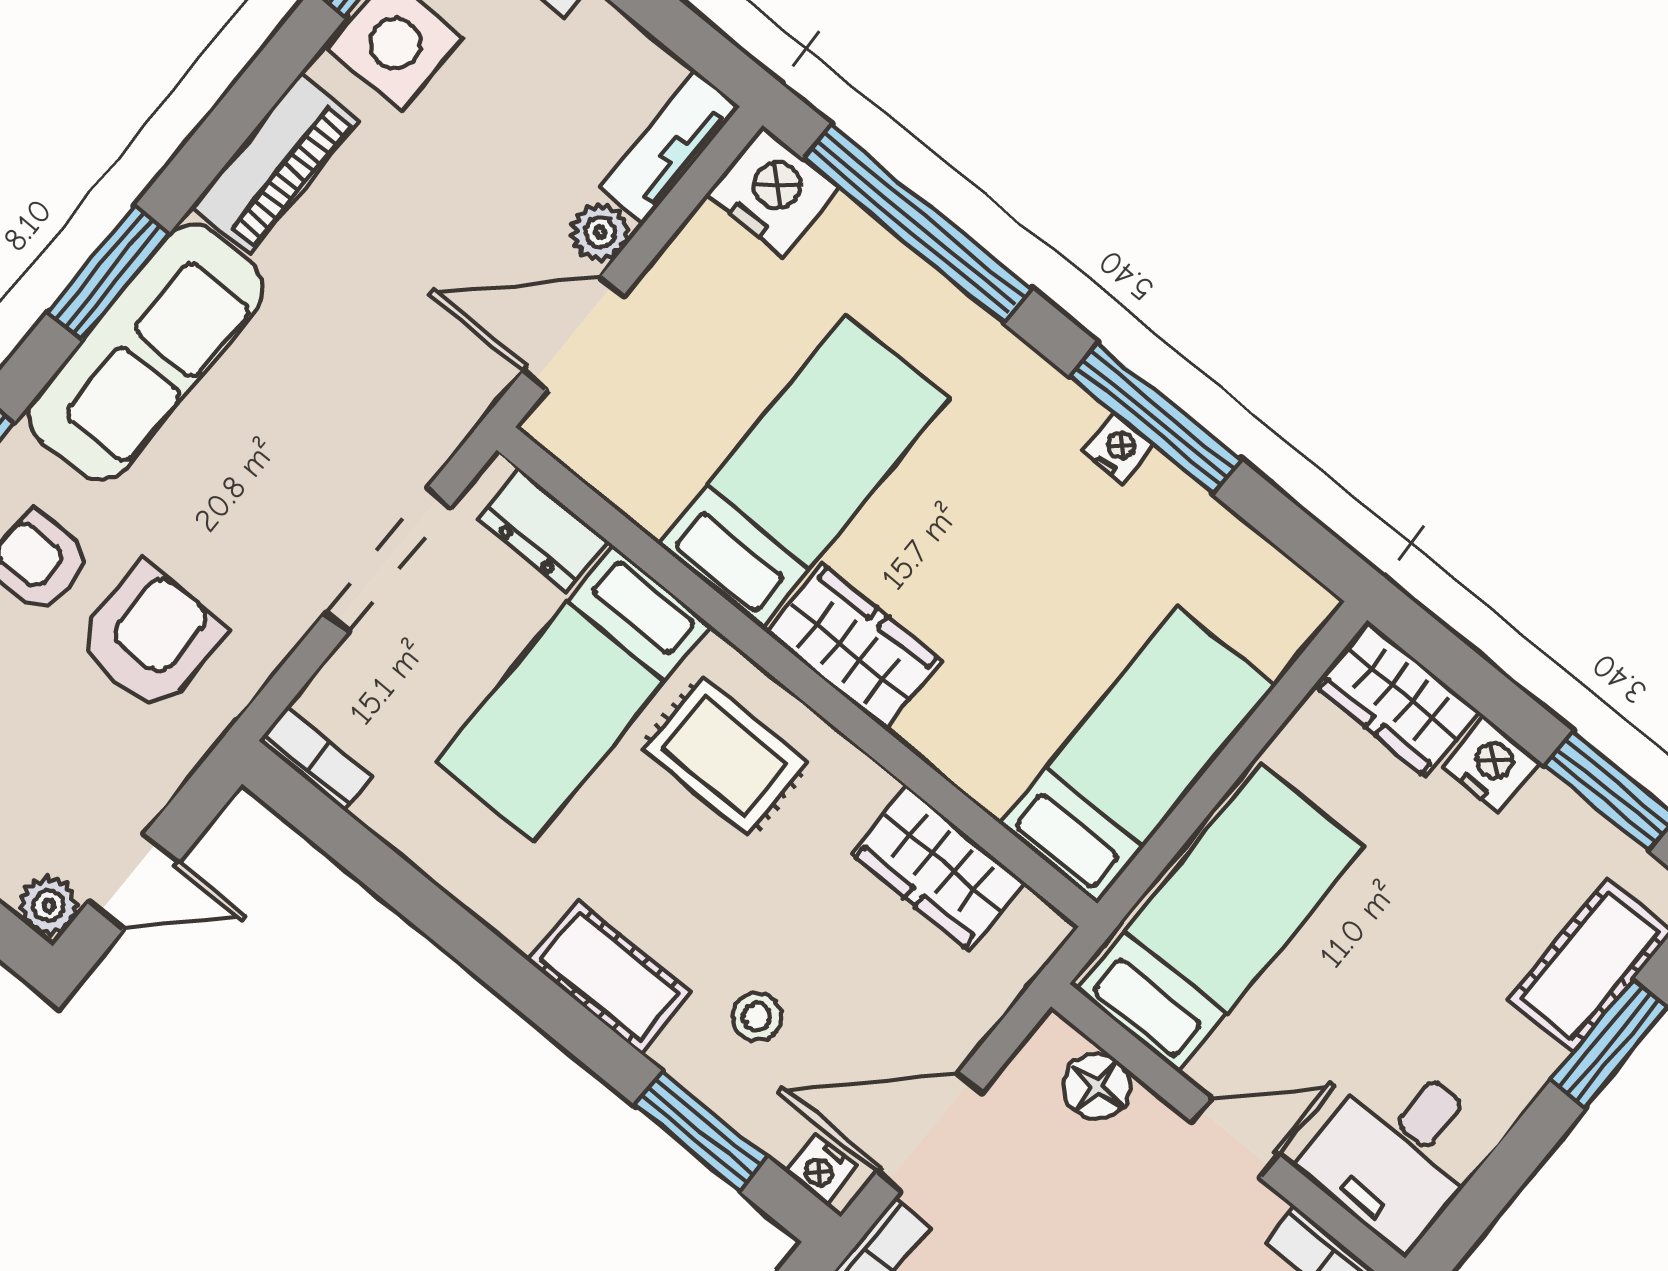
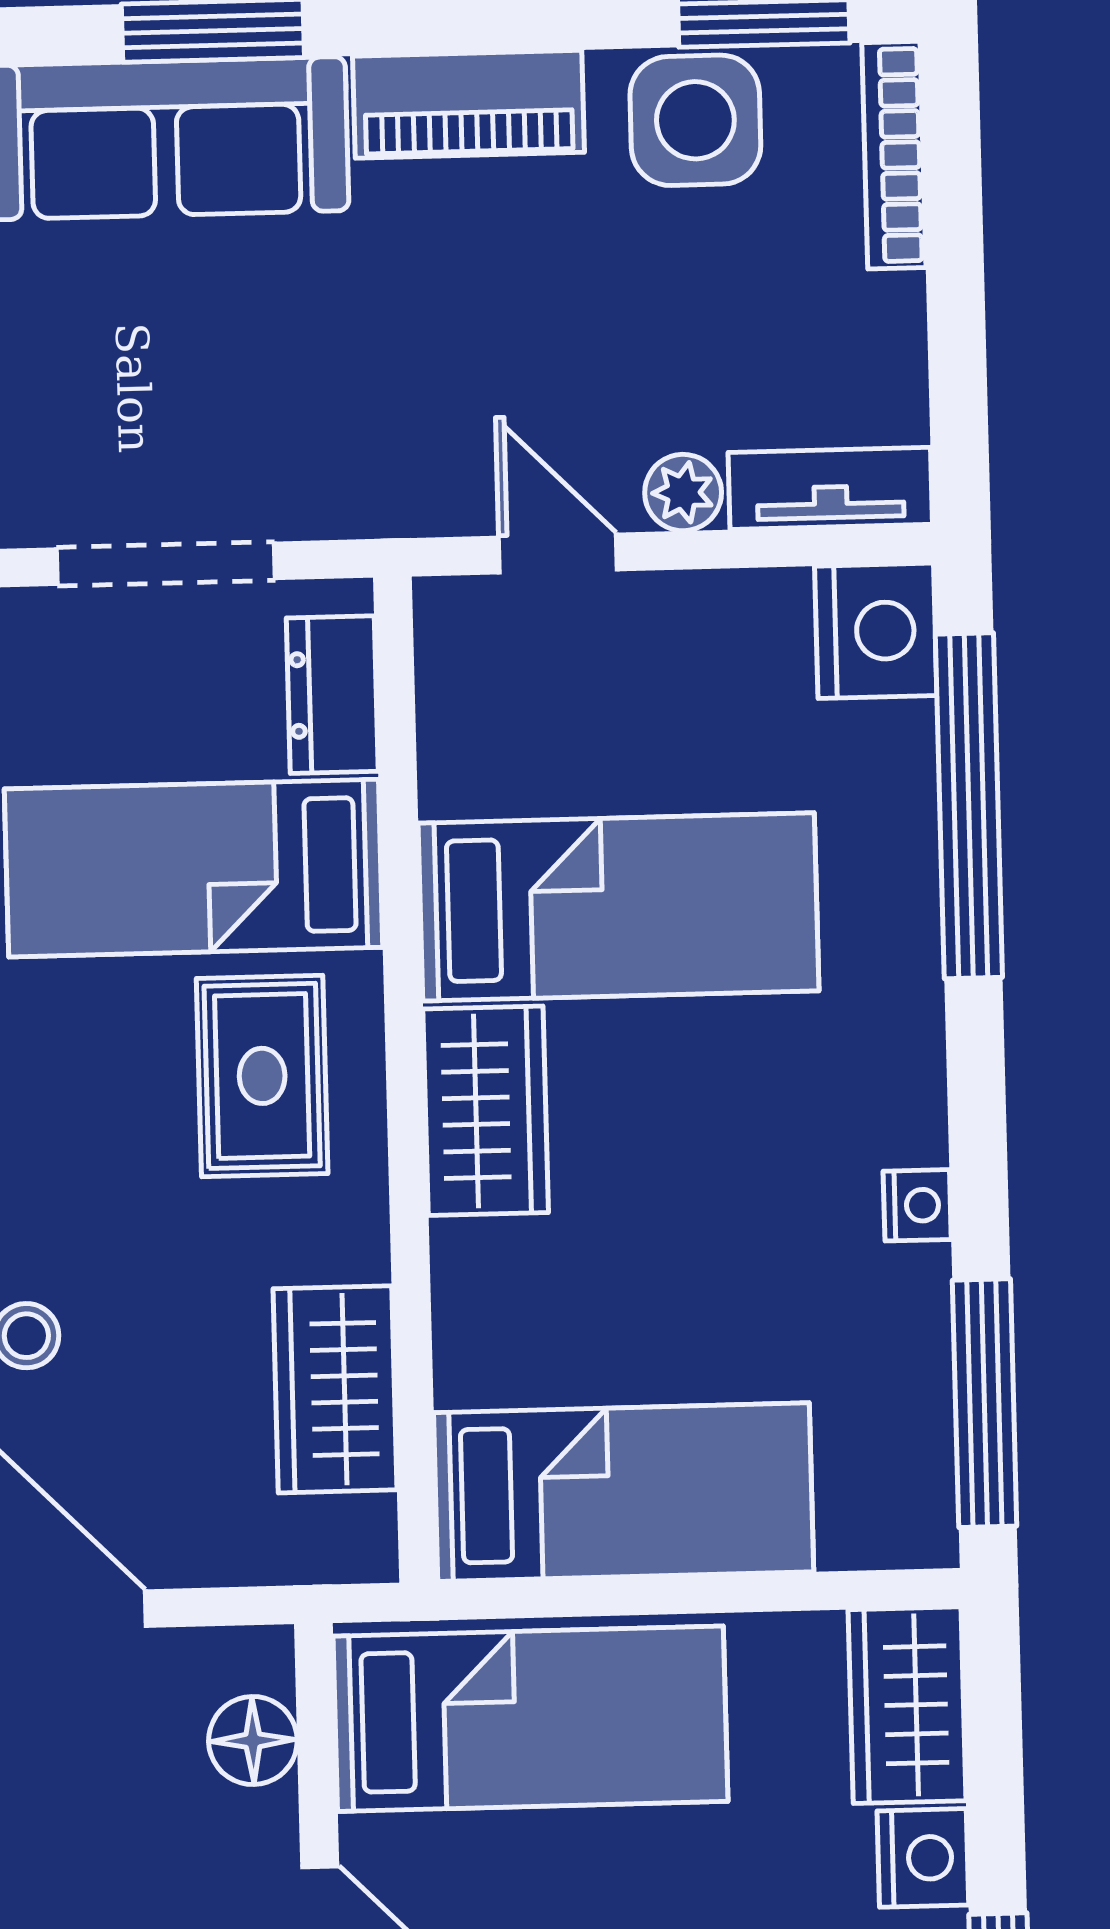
door: (573, 333) -> (558, 553), width x0.73
window: (1155, 418) -> (985, 1403), moved

